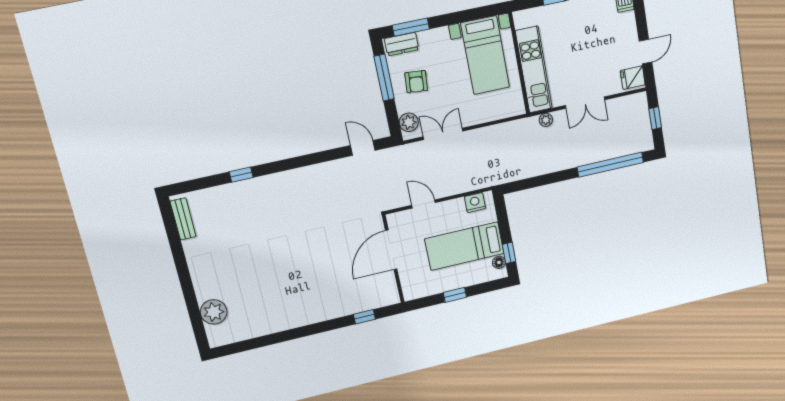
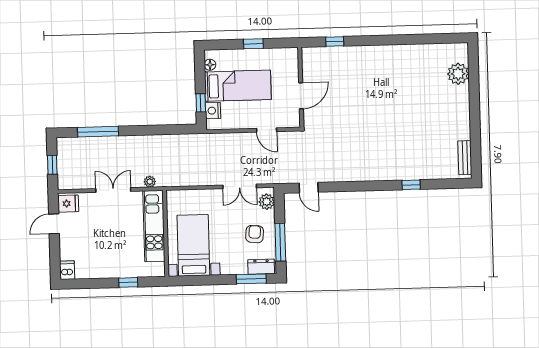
window: (610, 165) -> (98, 132), width x0.68
nightstand: (475, 203) -> (213, 111), moved, turned 90
door: (391, 250) -> (301, 96), width x0.73
window: (509, 253) -> (201, 103), moved

